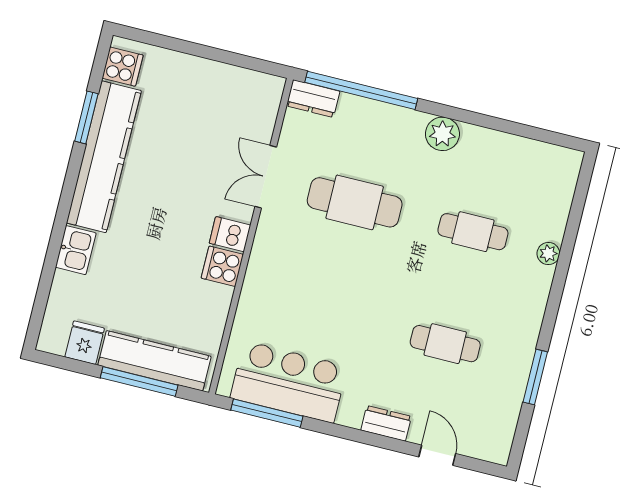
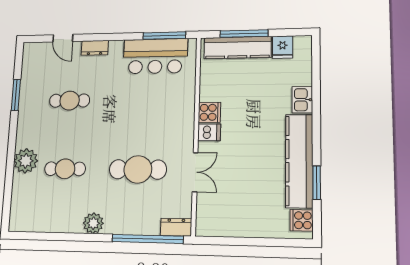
plant: (548, 254) -> (26, 161), width x1.87, depth x1.87

